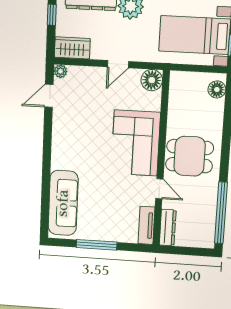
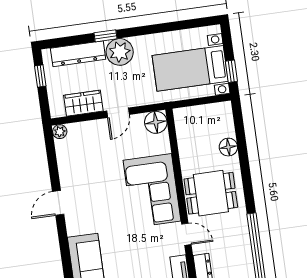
wardrobe: (72, 48) -> (83, 103), moved
floor lamp: (217, 89) -> (228, 147), moved
door: (49, 96) -> (58, 203), moved

